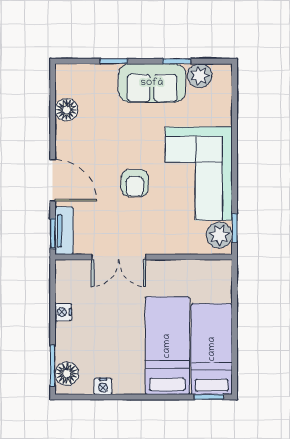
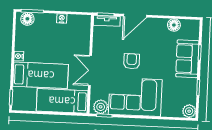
plant: (200, 76) -> (189, 111), moved
sofa: (152, 83) -> (187, 59), moved
armchair: (135, 183) -> (132, 61), turned 90
double door: (119, 257) -> (90, 70), moved
bed: (212, 349) -> (62, 101), moved, turned 180
nightstand: (103, 386) -> (19, 56), moved

